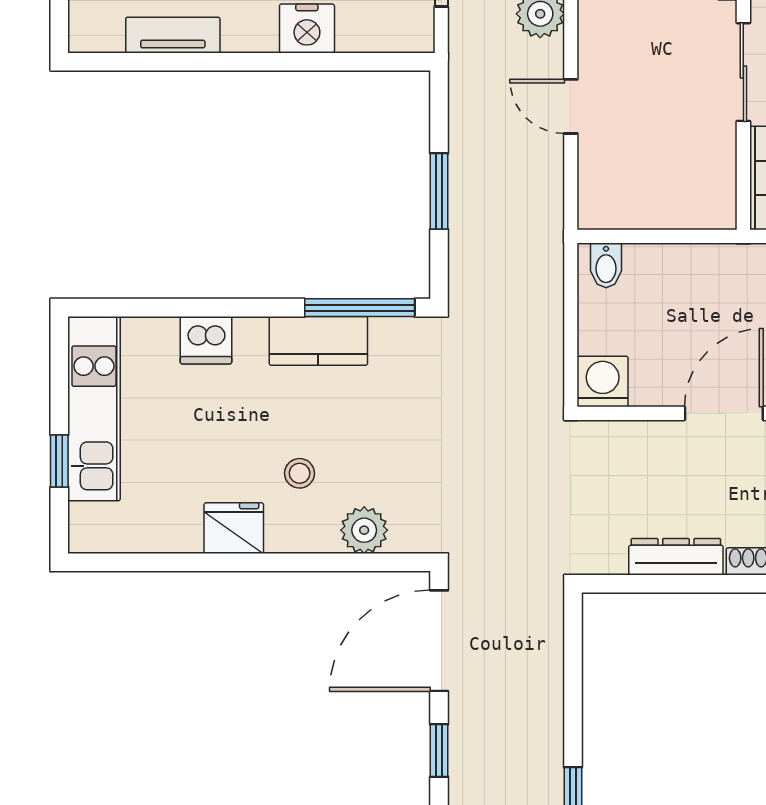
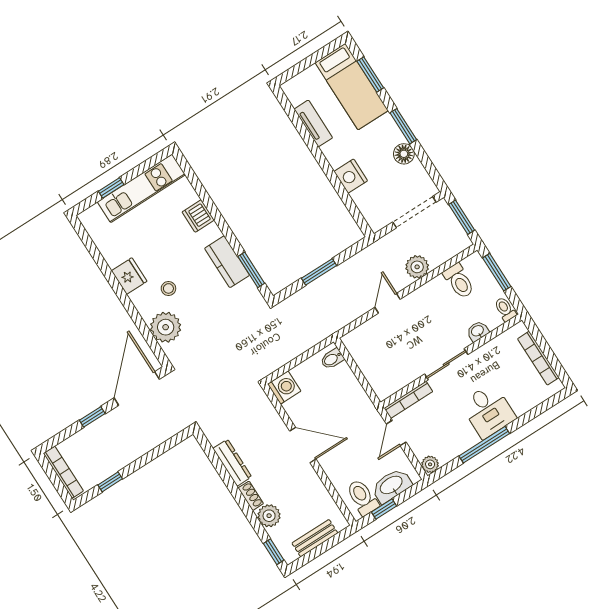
window: (360, 308) -> (251, 270), width x0.69
plant: (364, 530) -> (166, 327), width x1.36, depth x1.36
door: (439, 641) -> (137, 388), hinge flipped

